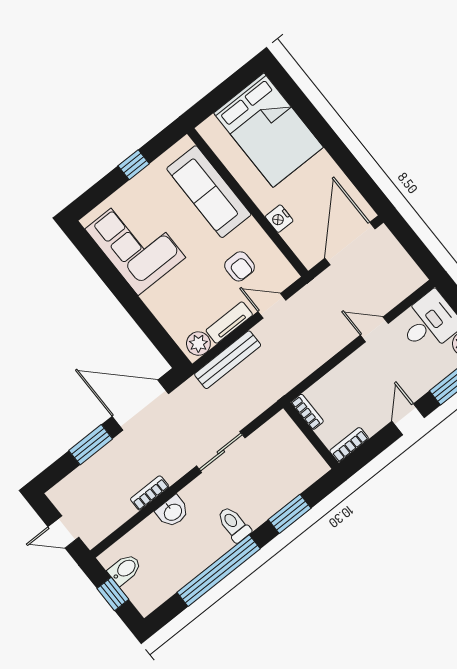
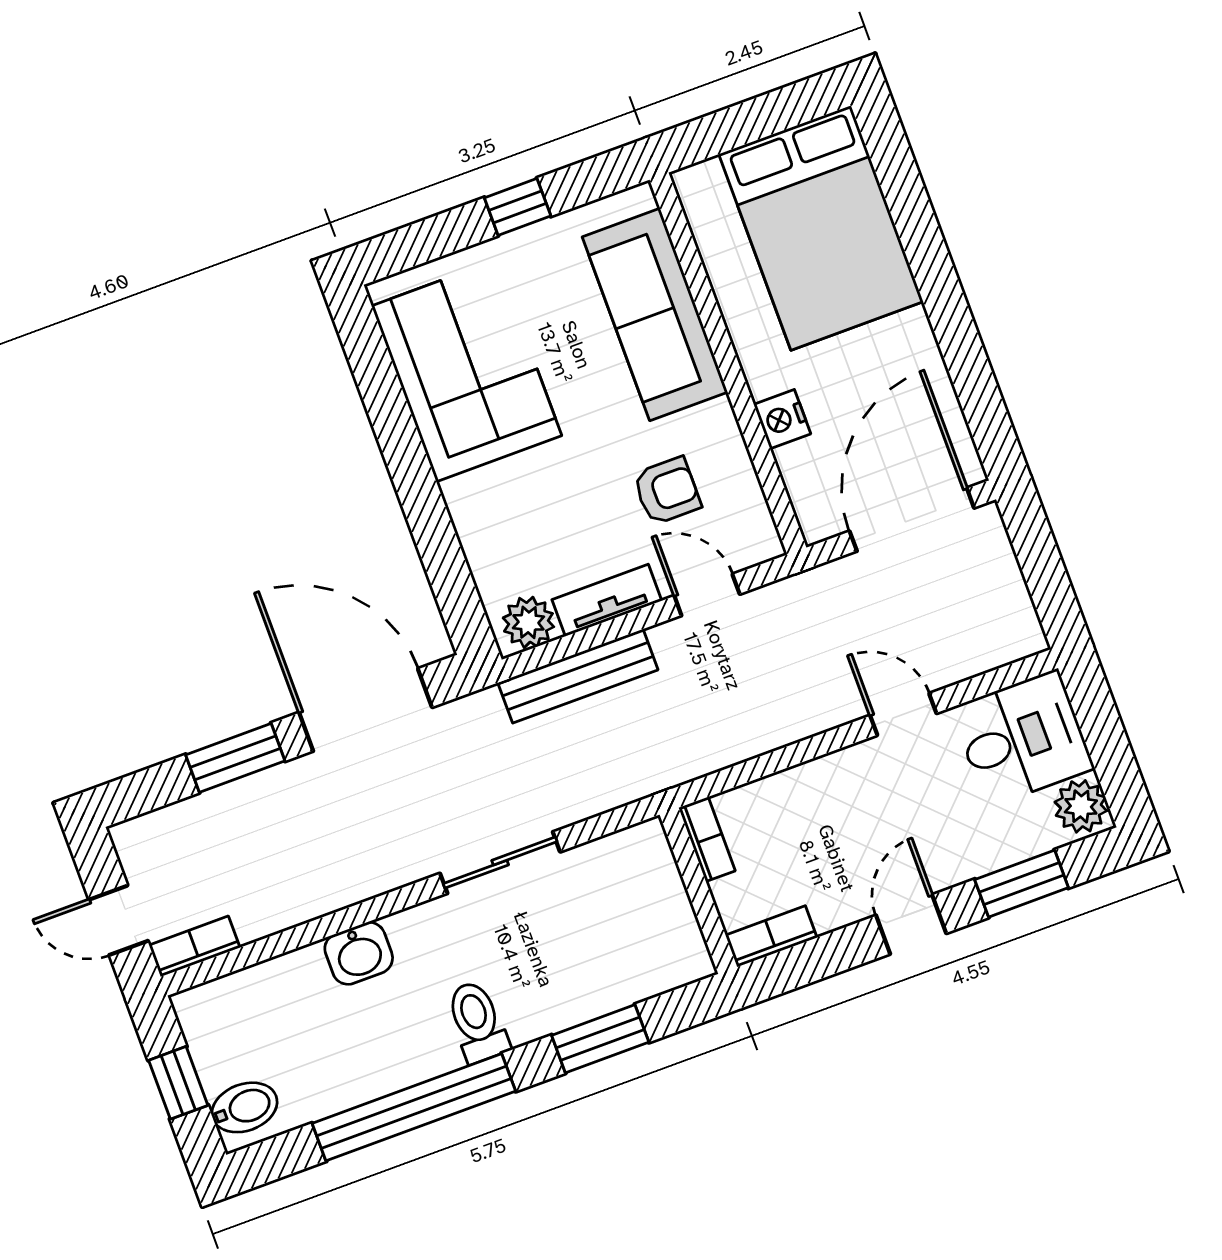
armchair: (240, 266) -> (667, 491), turned -90
bookcase: (150, 493) -> (194, 946), moved
bidet: (125, 569) -> (245, 1107), moved

